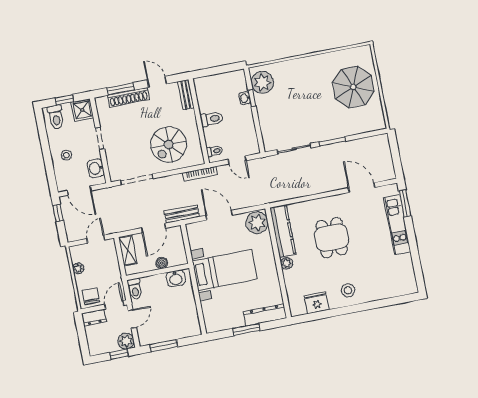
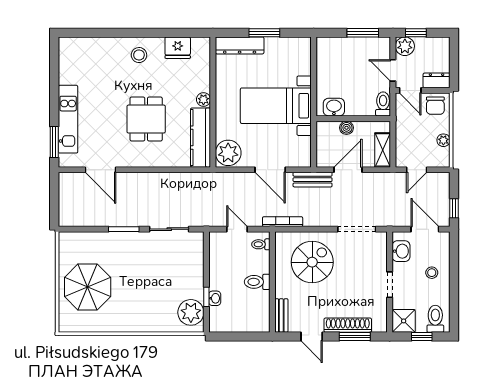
door: (114, 305) -> (410, 90), hinge flipped
door: (132, 319) -> (393, 70), hinge flipped

